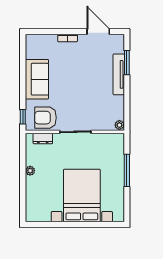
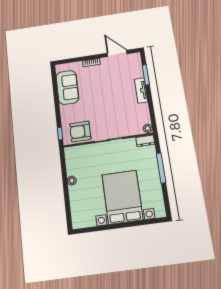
tv unit: (119, 74) -> (141, 90), width x0.71
sofa: (37, 79) -> (67, 87), moved
dresser: (43, 139) -> (145, 141), moved

